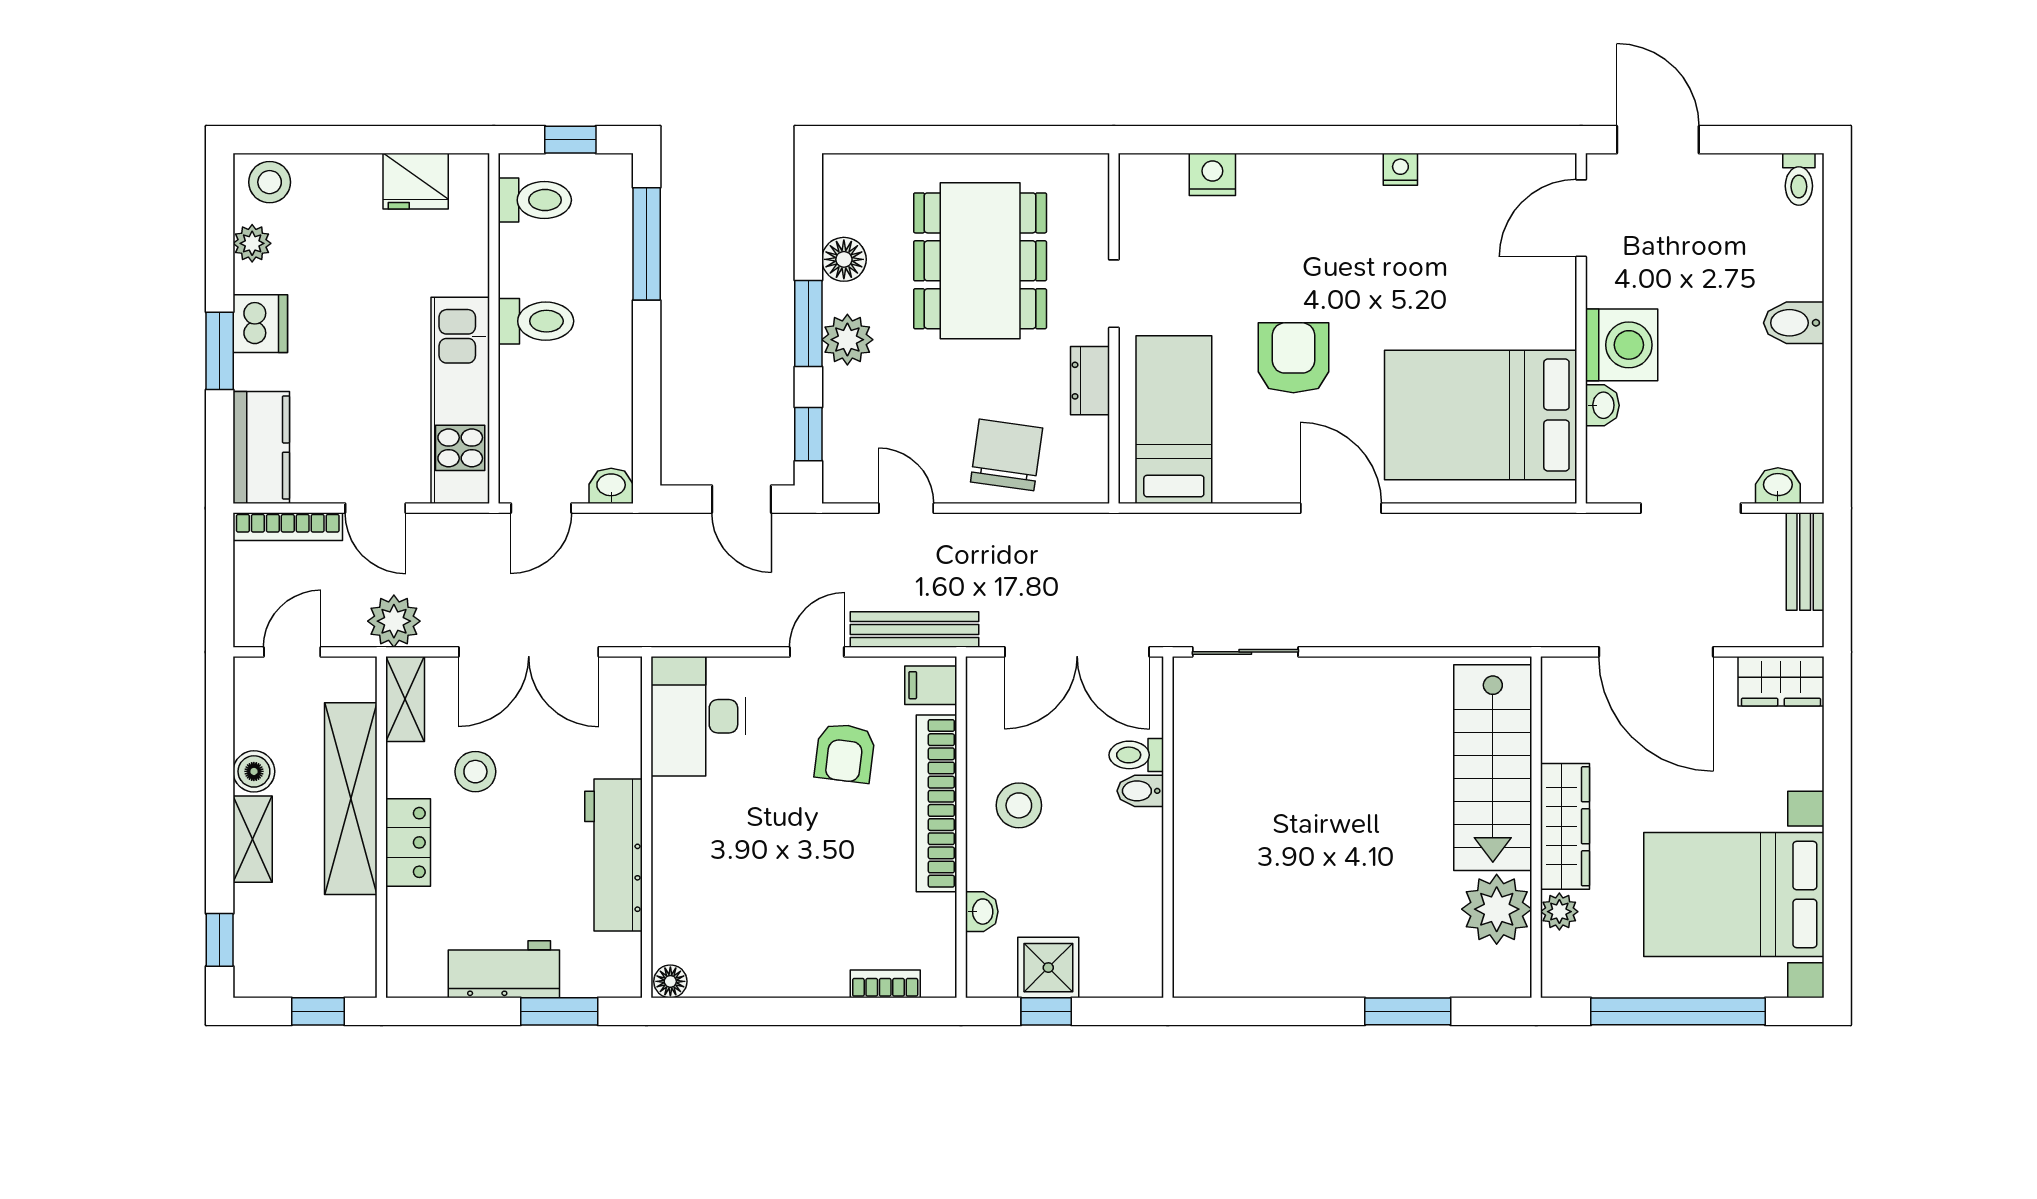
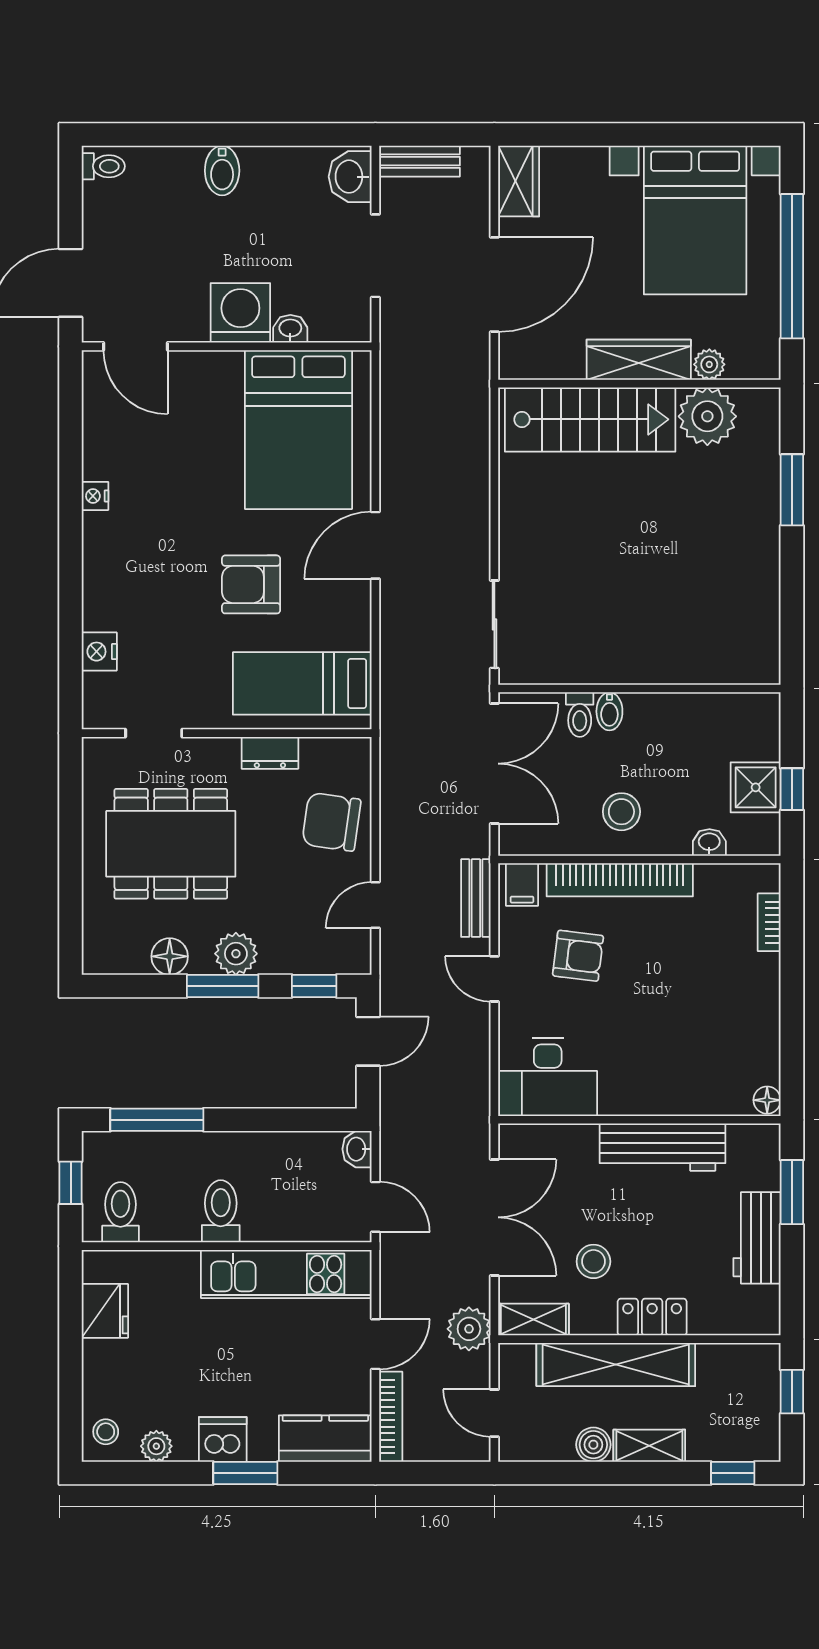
stool: (270, 182) -> (106, 1432), width x0.73, depth x0.73
doorway: (1114, 294) -> (154, 733), moved
washbasin: (1778, 486) -> (350, 177), width x1.38, depth x1.45
bench: (914, 629) -> (476, 898), width x0.73

